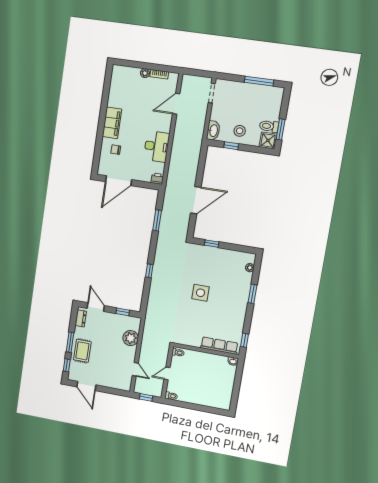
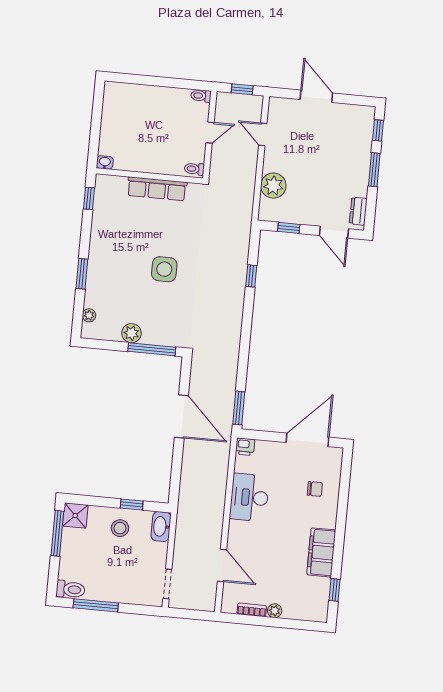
window: (107, 85) -> (335, 590), added
door: (176, 104) -> (222, 565), hinge flipped
filing cabinet: (112, 123) -> (321, 552), moved
toilet: (269, 126) -> (70, 589), moved
window: (281, 129) -> (57, 533), width x1.44
door: (196, 200) -> (181, 416), swing flipped
window: (157, 220) -> (239, 408), moved
window: (212, 244) -> (152, 349), width x2.17
plant: (224, 255) -> (131, 333), added
window: (149, 271) -> (251, 276), moved
row of seats: (219, 346) -> (157, 189), moved
rug: (82, 351) -> (353, 157), removed
door: (86, 386) -> (316, 96), moved

